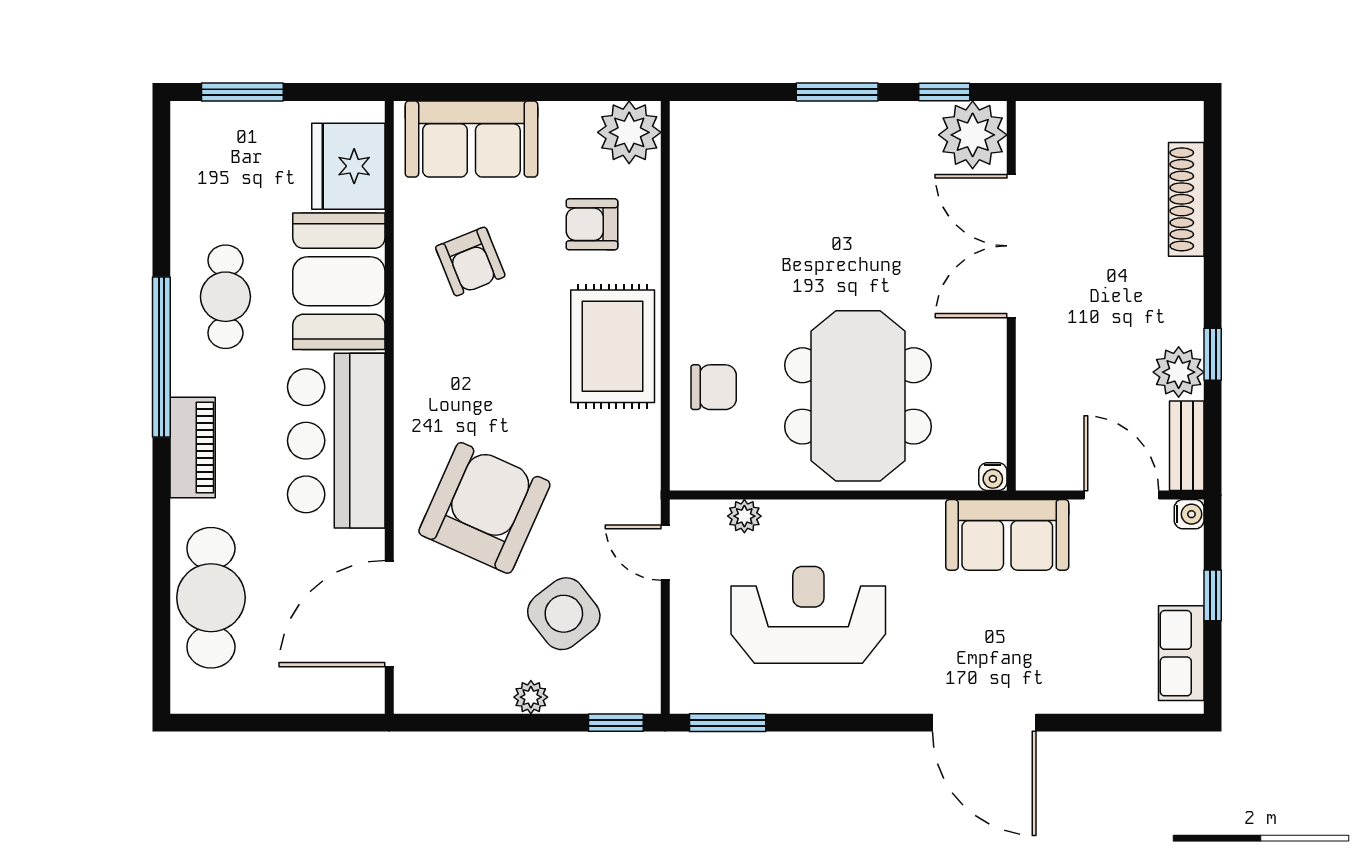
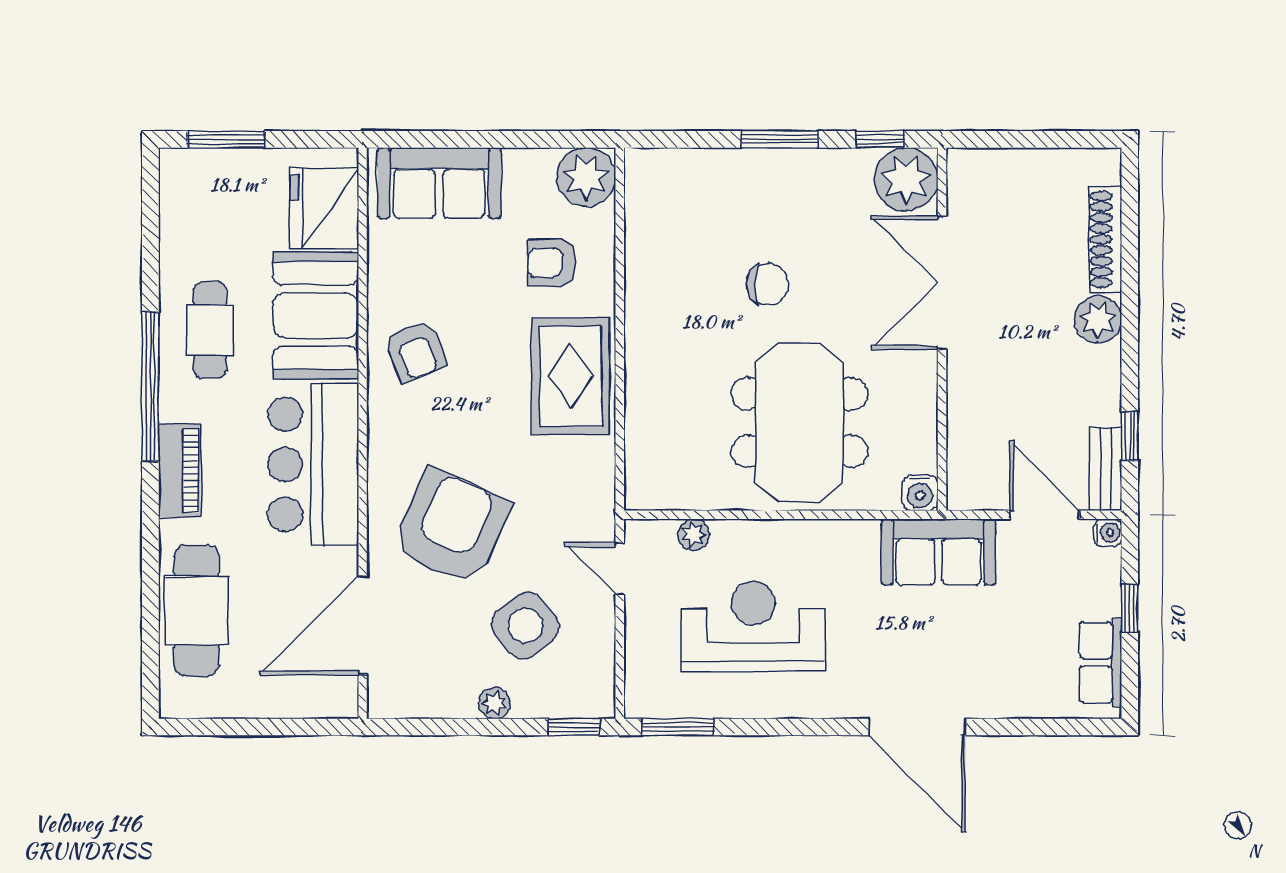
armchair: (470, 261) -> (415, 351), moved
window: (1213, 354) -> (1130, 436), moved
plant: (1179, 372) -> (1098, 319), moved
chair: (714, 387) -> (768, 284), moved
water cooler: (993, 477) -> (920, 493), width x1.38, depth x1.38

